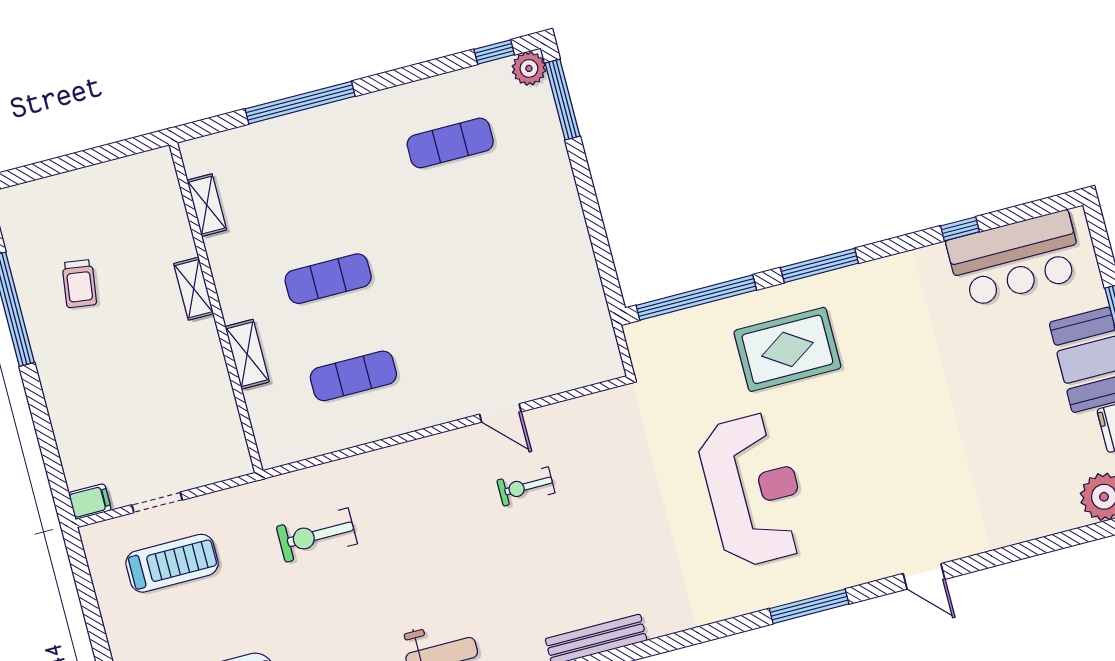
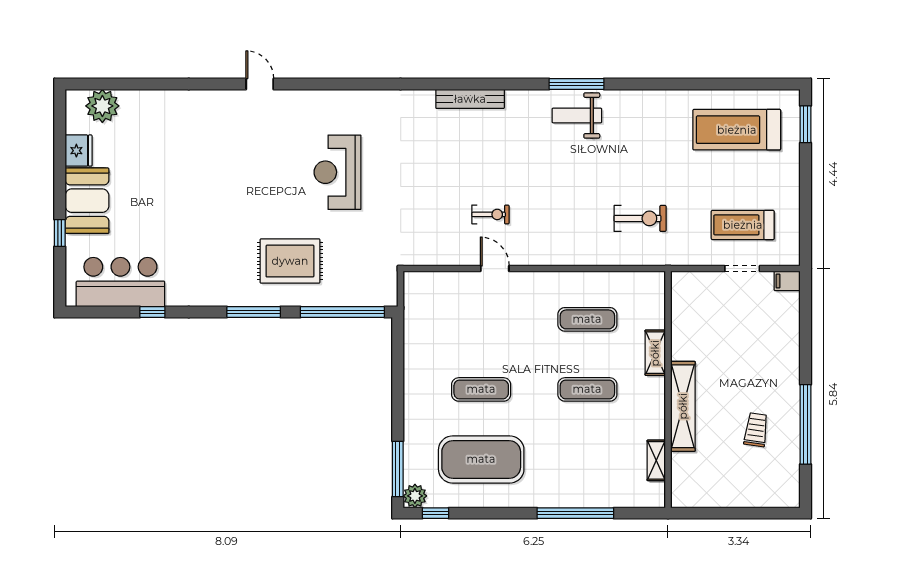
exercise mat: (450, 143) -> (481, 459), width x2.00, depth x1.45
exercise mat: (476, 240) -> (481, 389), added
shelving: (194, 289) -> (683, 406), width x2.20, depth x1.33
reception desk: (754, 490) -> (337, 172), width x0.74, depth x0.77
door: (924, 576) -> (260, 84), moved
window: (809, 606) -> (320, 84), removed

